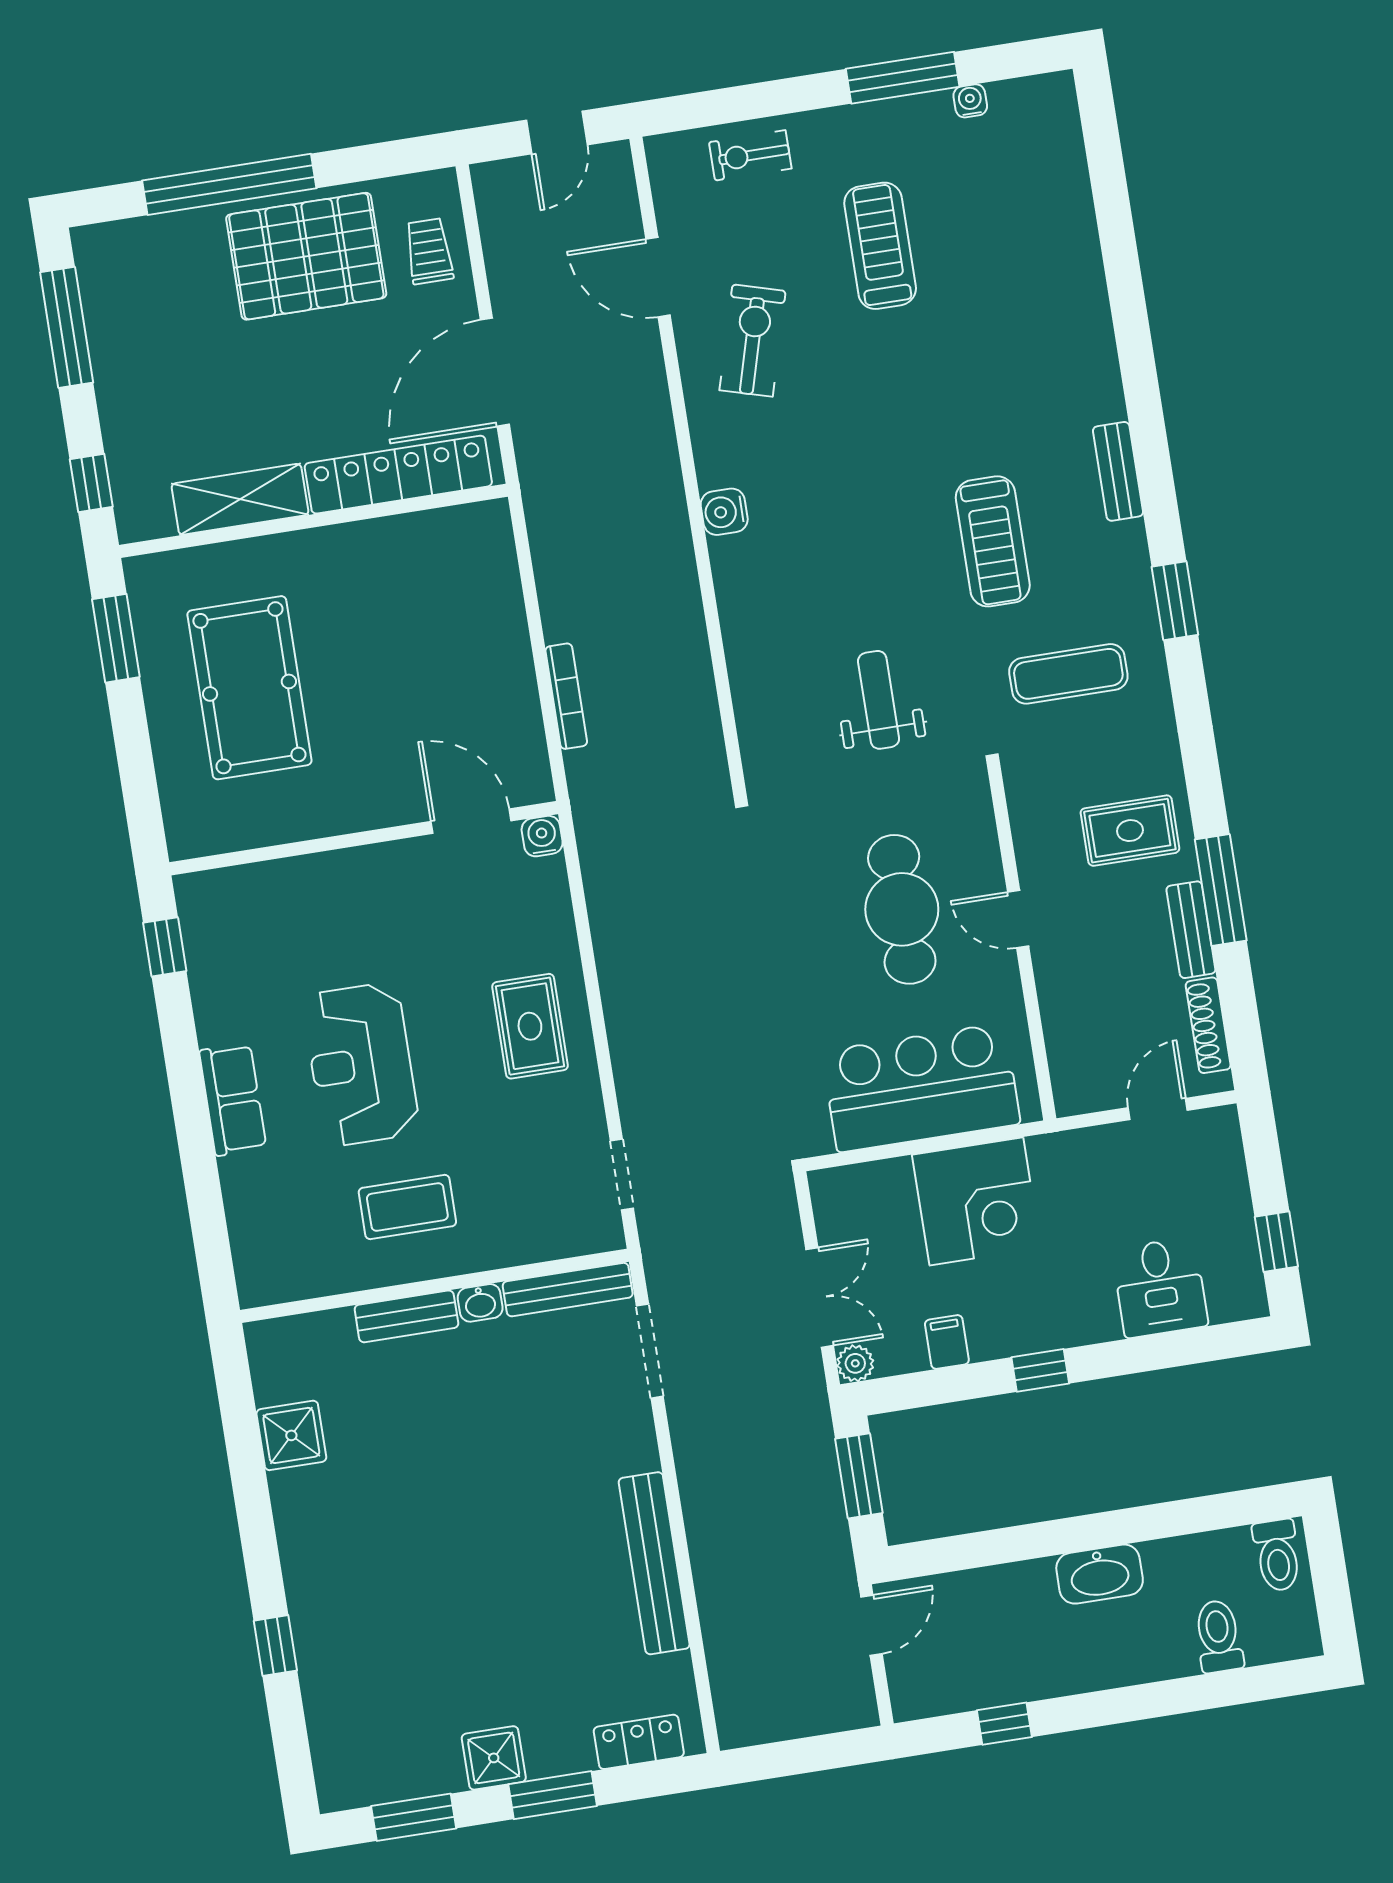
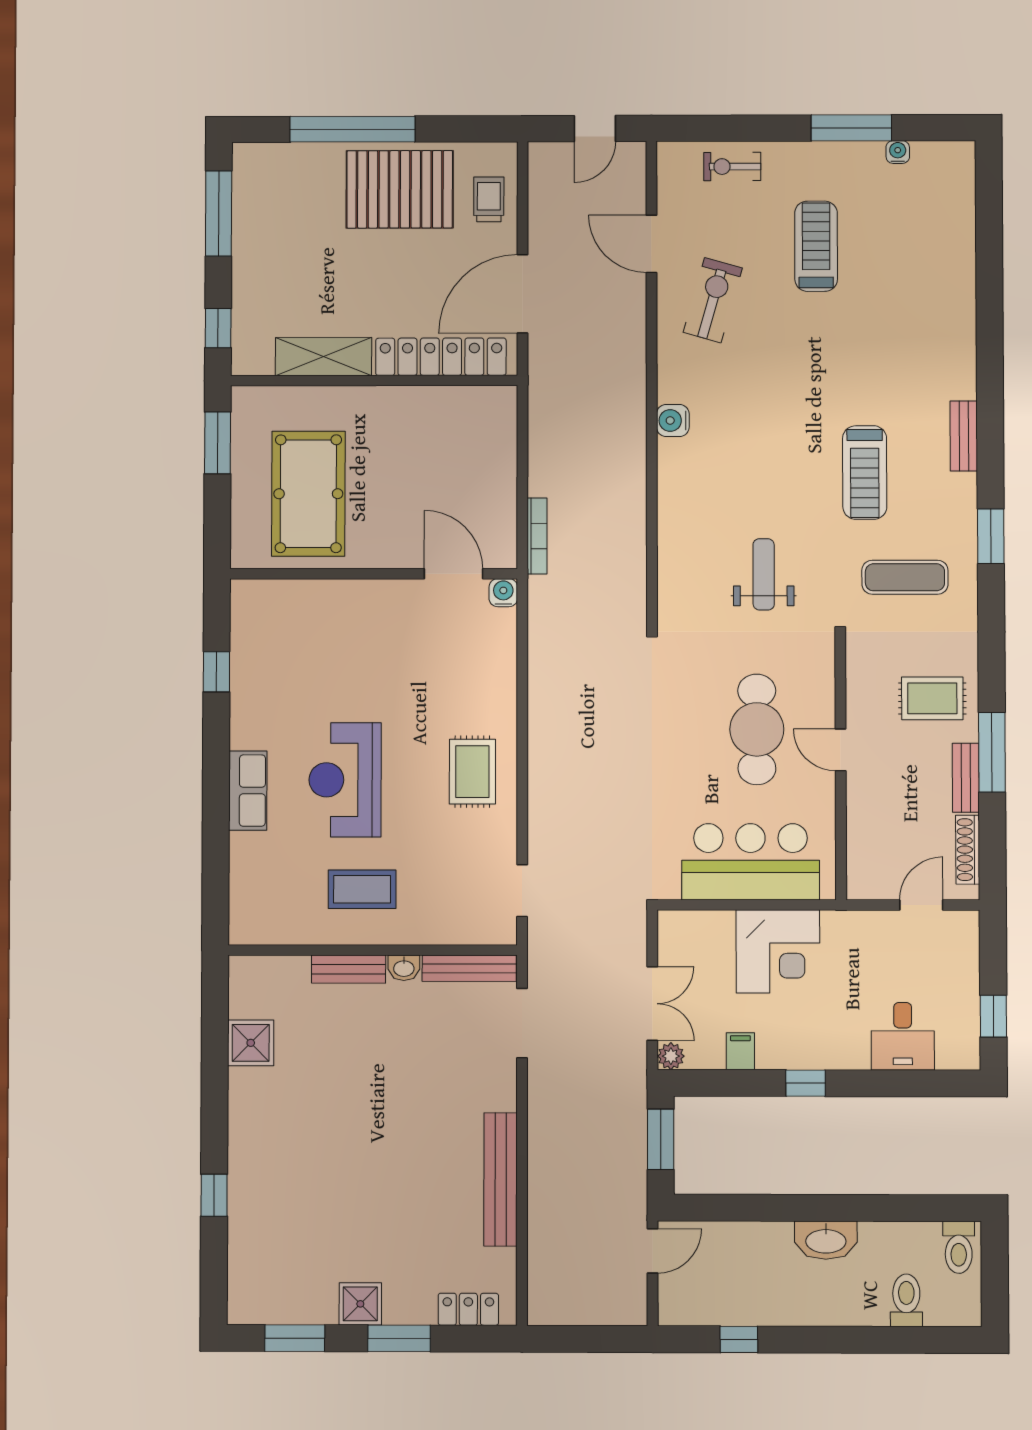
door: (471, 821) -> (453, 574), moved
water cooler: (542, 836) -> (503, 593), moved
wall: (364, 838) -> (374, 574), moved

